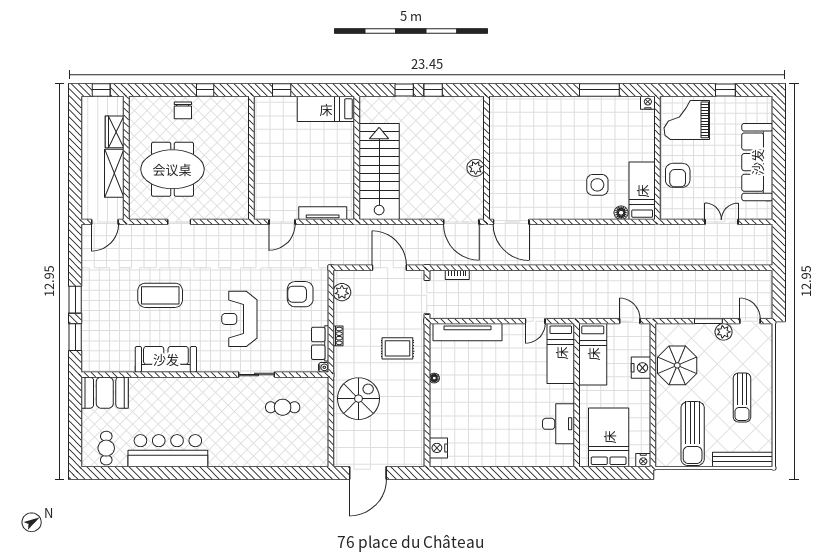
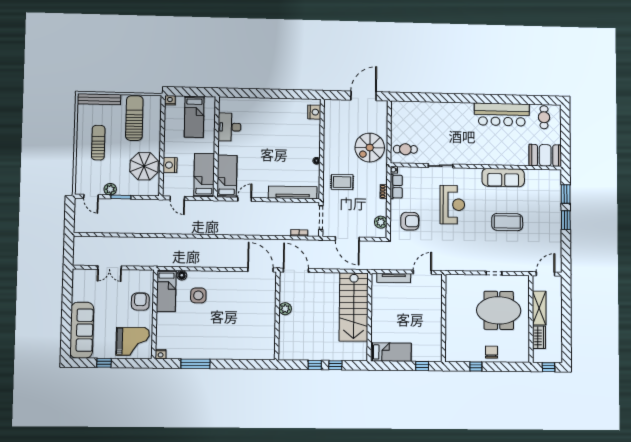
sofa: (757, 162) -> (82, 330), moved
cafe table: (283, 407) -> (405, 149), moved
bed: (609, 437) -> (194, 117), width x0.67

